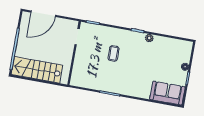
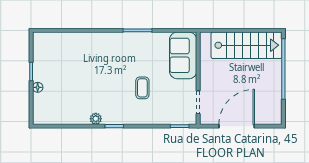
door: (43, 14) -> (237, 126), moved
sofa: (167, 93) -> (183, 55), moved, turned 90

